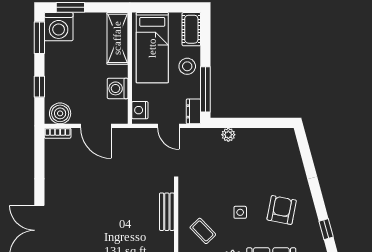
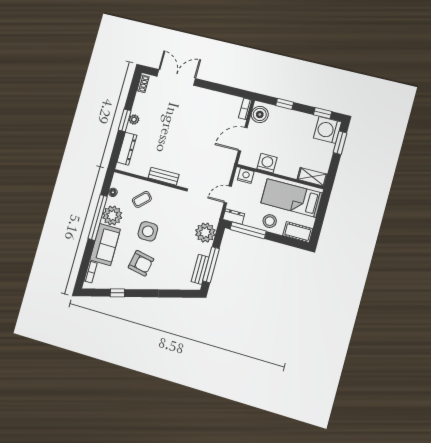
window: (39, 38) -> (323, 113), width x0.67
shelving: (117, 38) -> (312, 177), width x0.67, depth x0.75
window: (259, 123) -> (211, 265), added
plant: (228, 135) -> (205, 233), width x1.88, depth x1.88
bench: (269, 135) -> (200, 269), added
side table: (240, 212) -> (148, 231), width x1.87, depth x1.87

